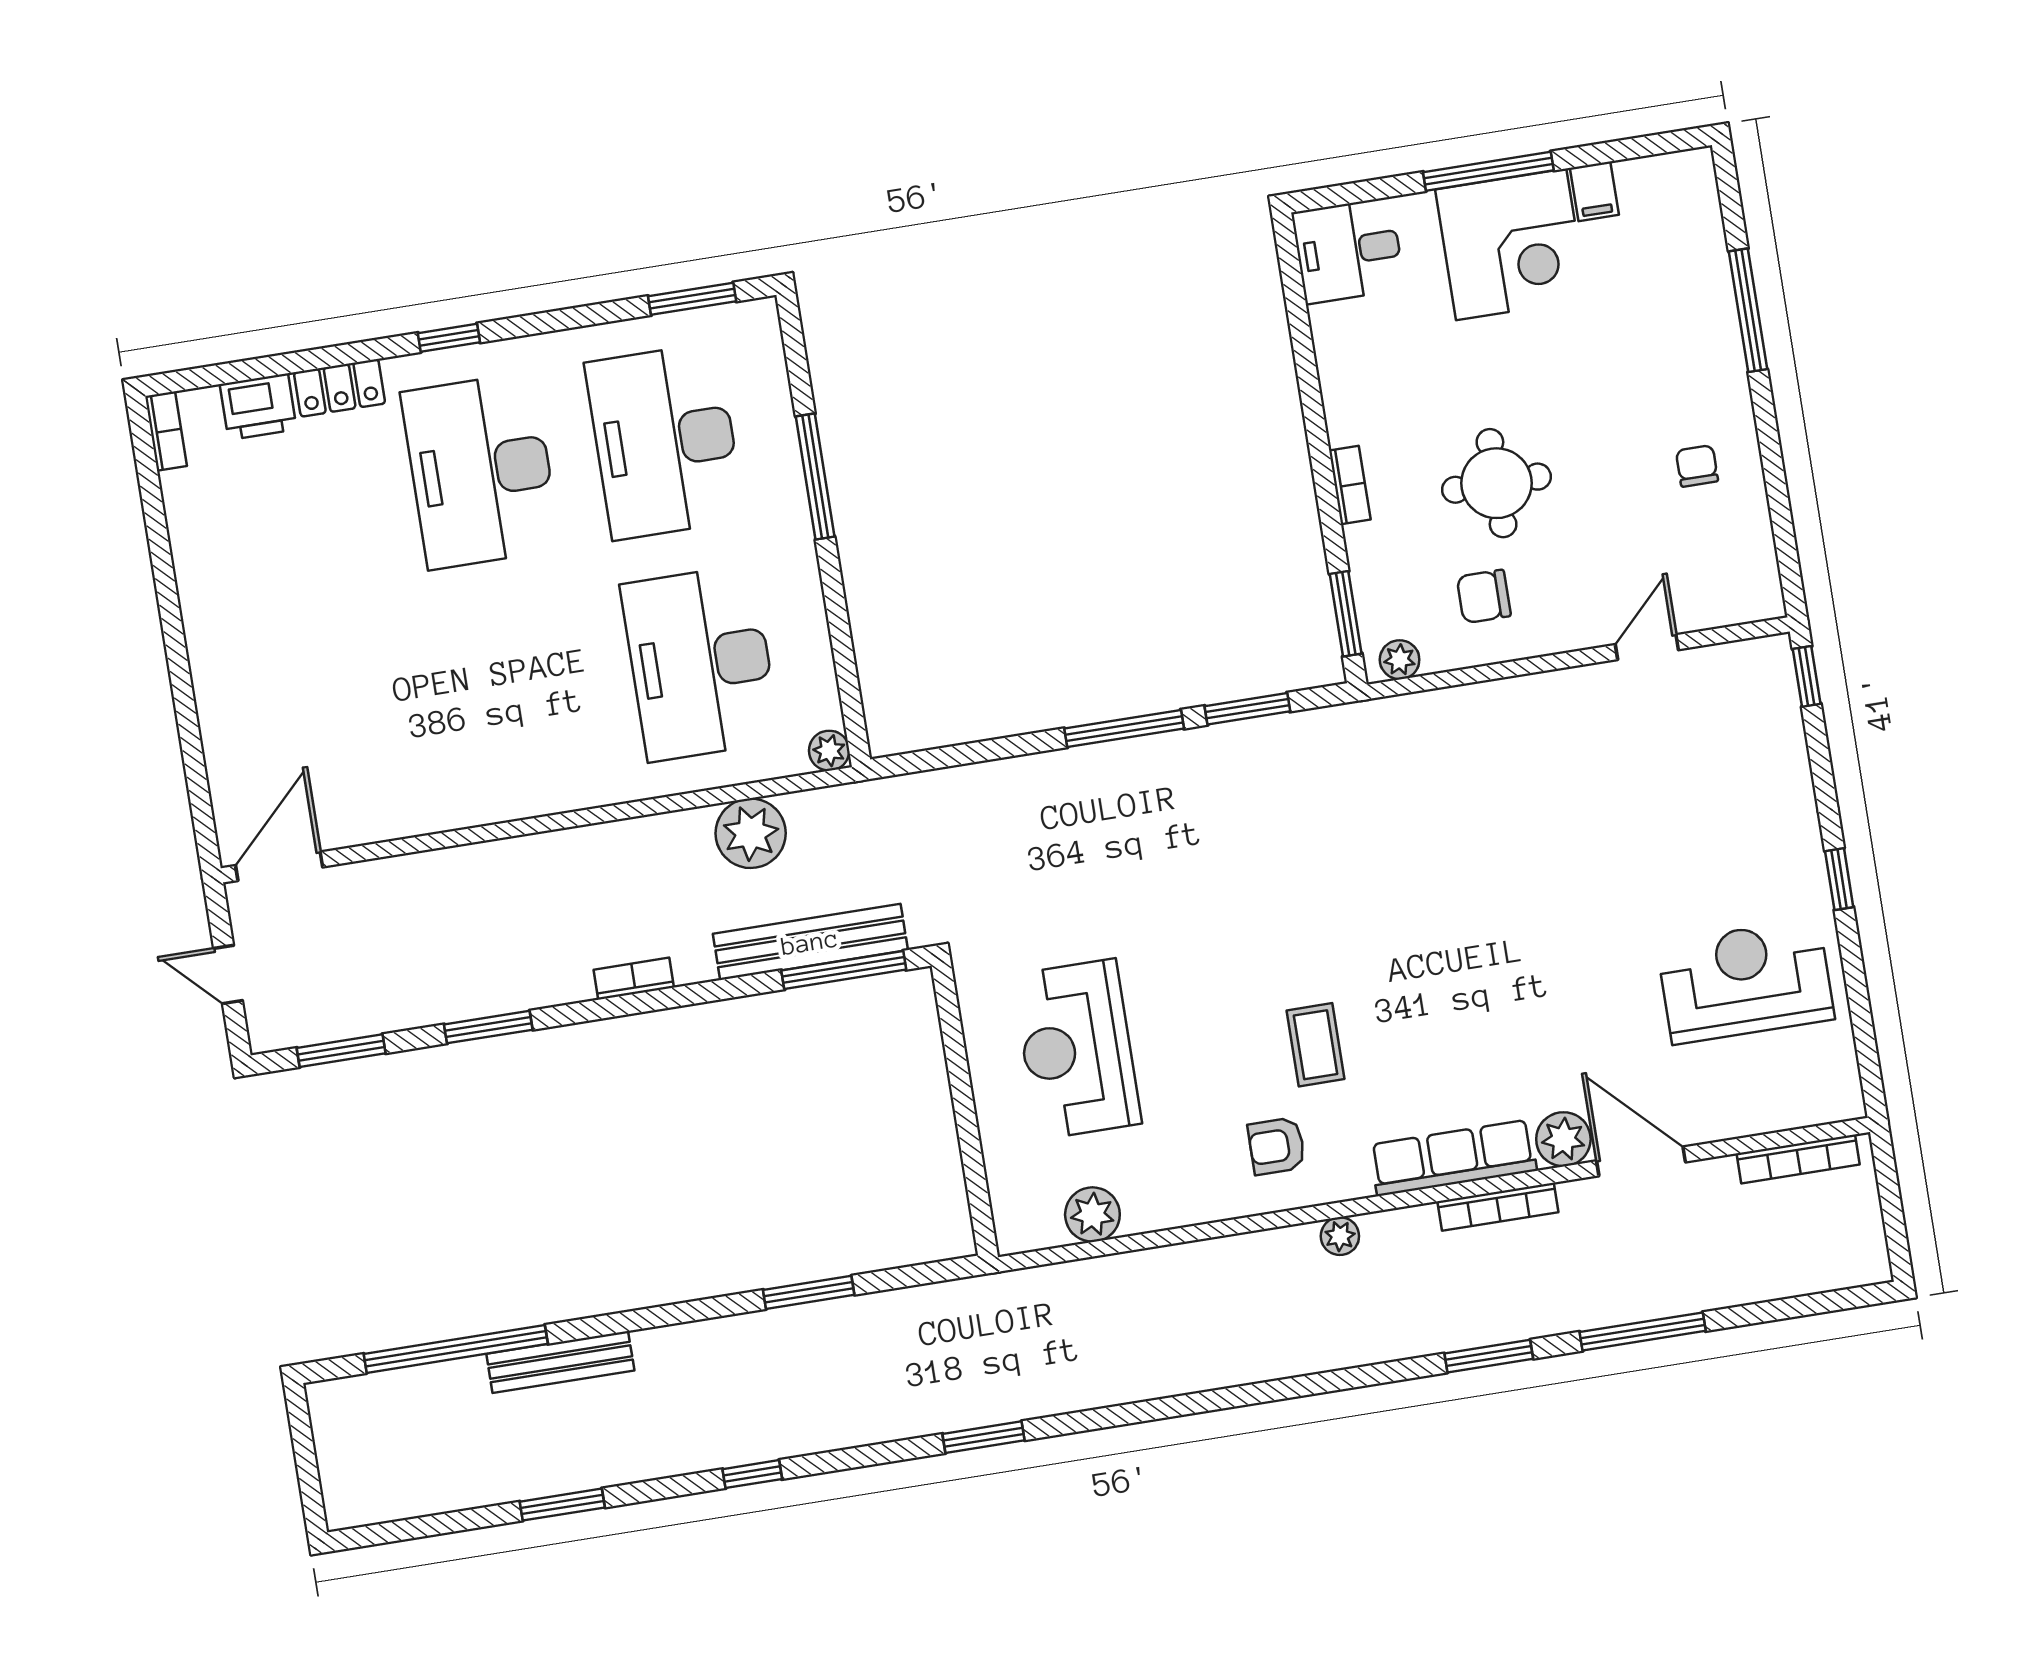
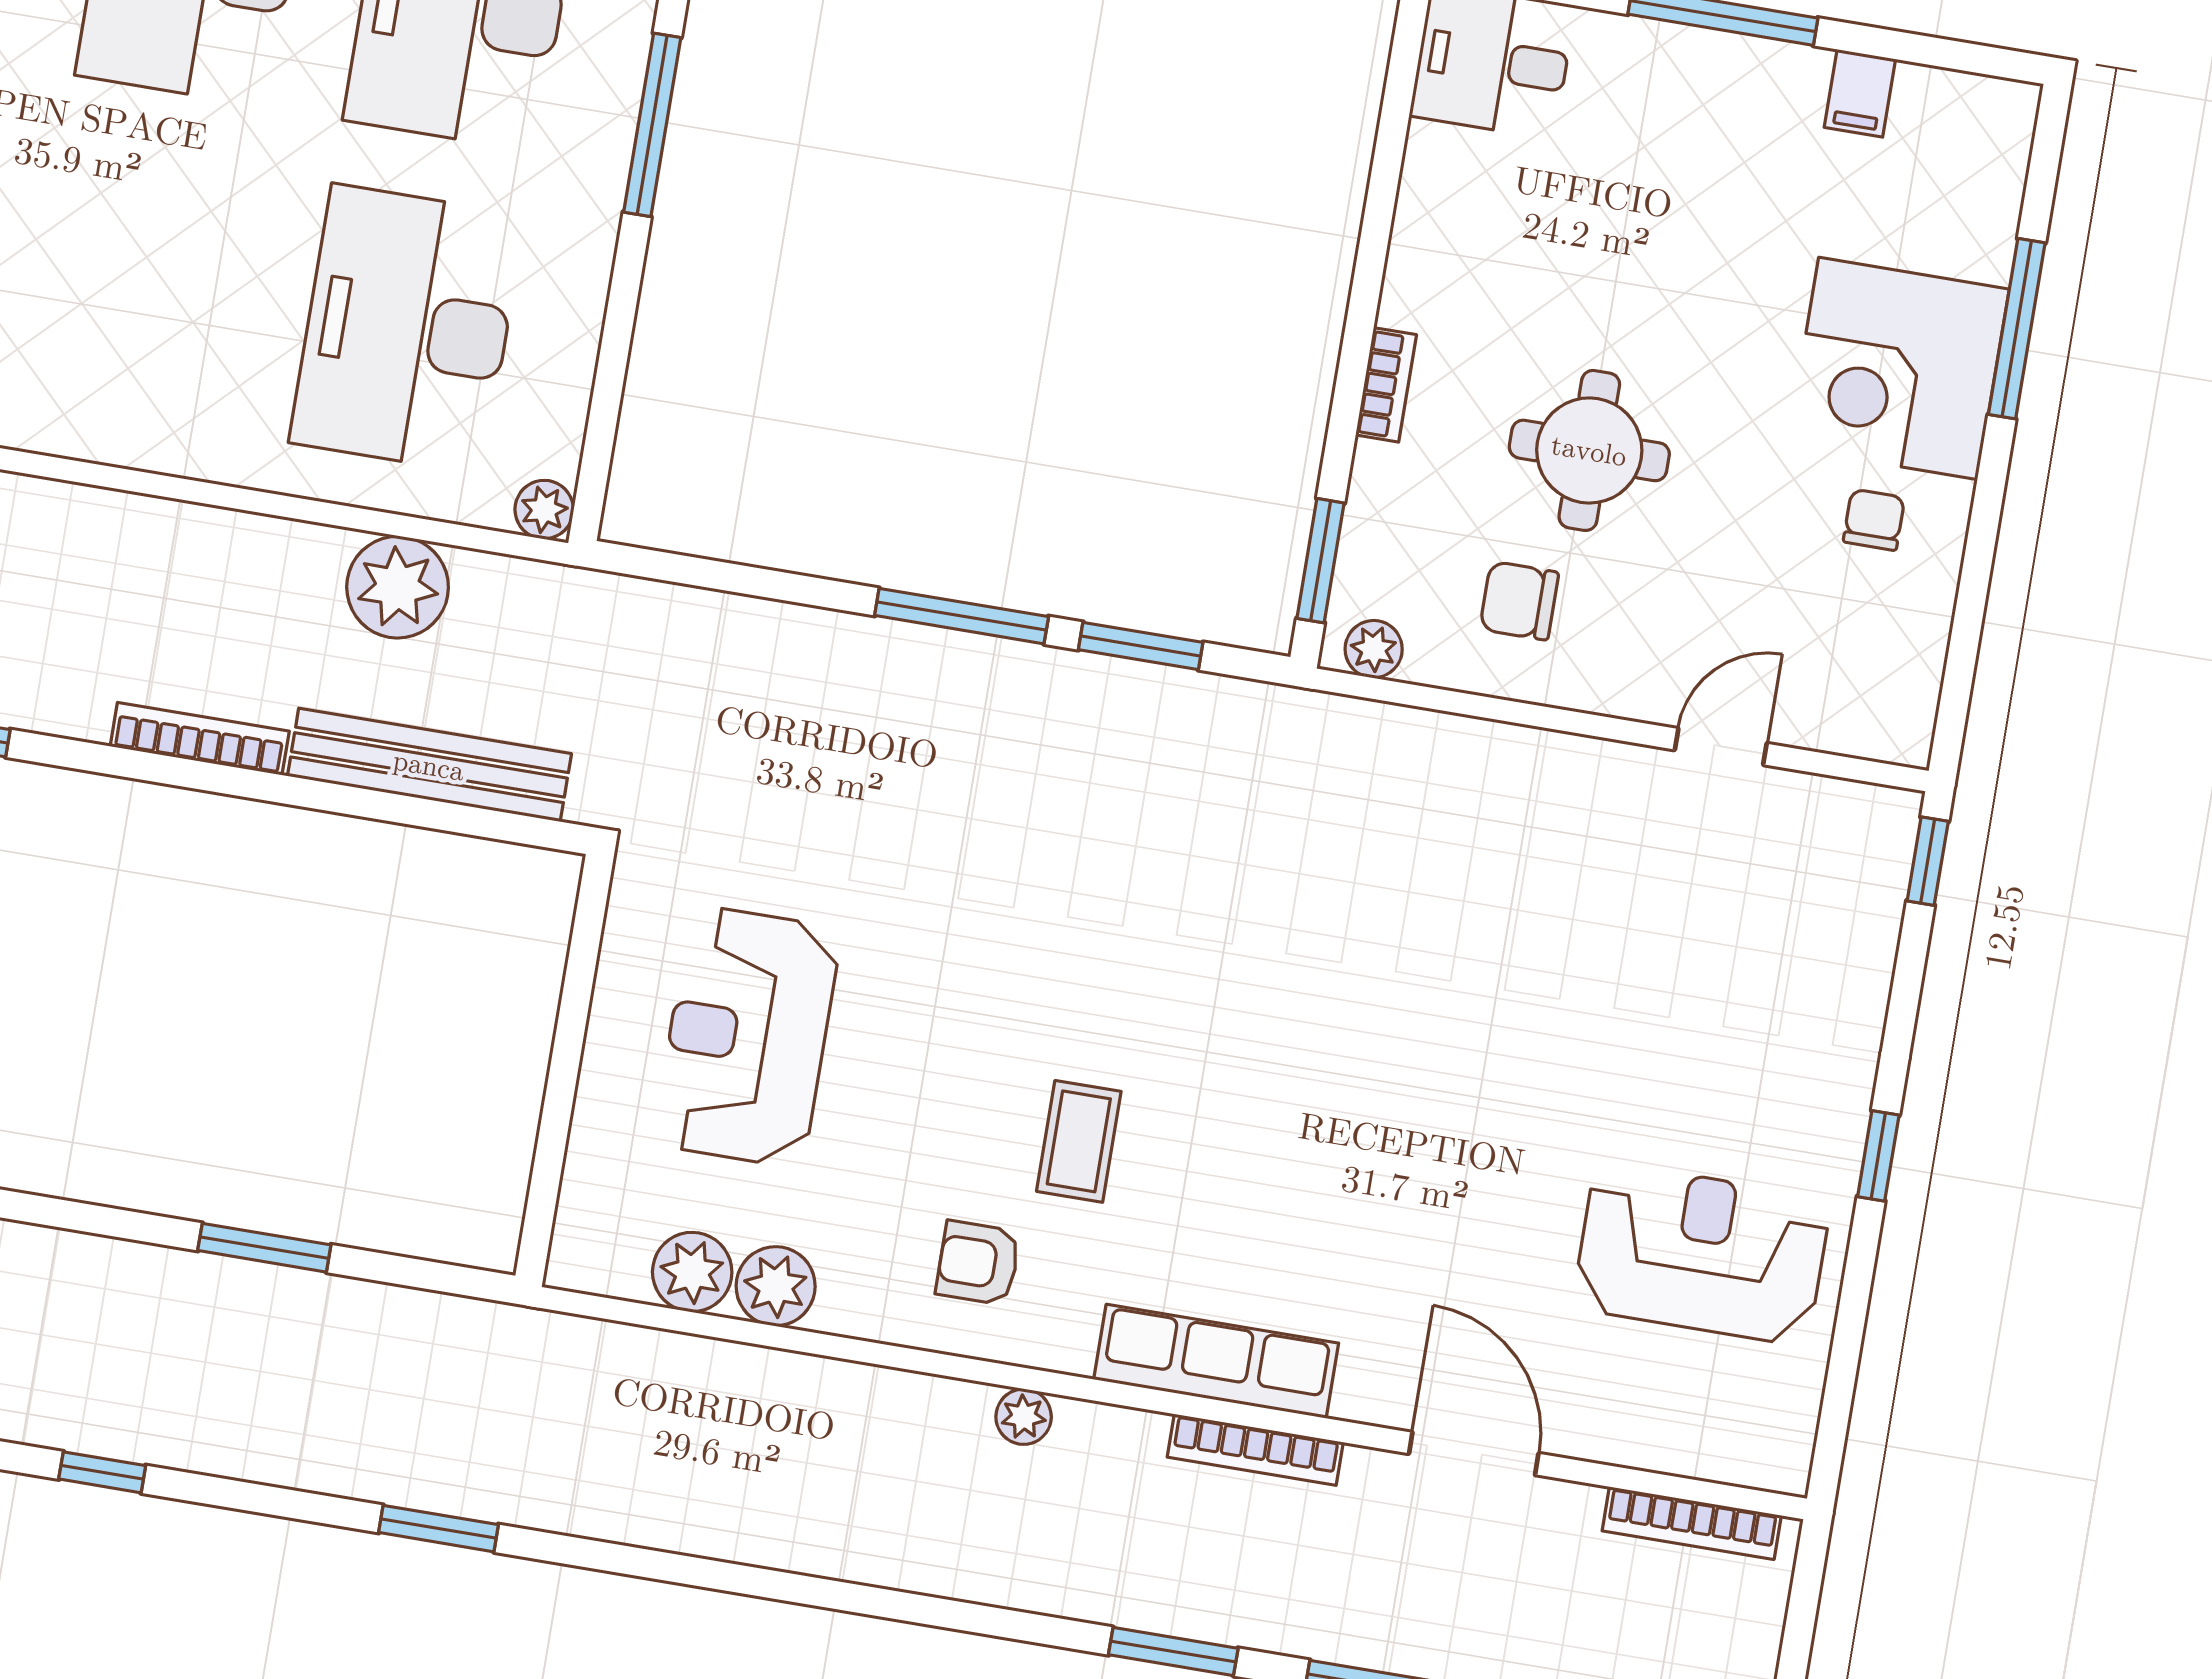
corner desk: (1511, 244) -> (1898, 368), moved, turned 90
window: (844, 970) -> (462, 819), removed
bookcase: (634, 979) -> (200, 739), width x1.56
plant: (1563, 1139) -> (776, 1286), moved

